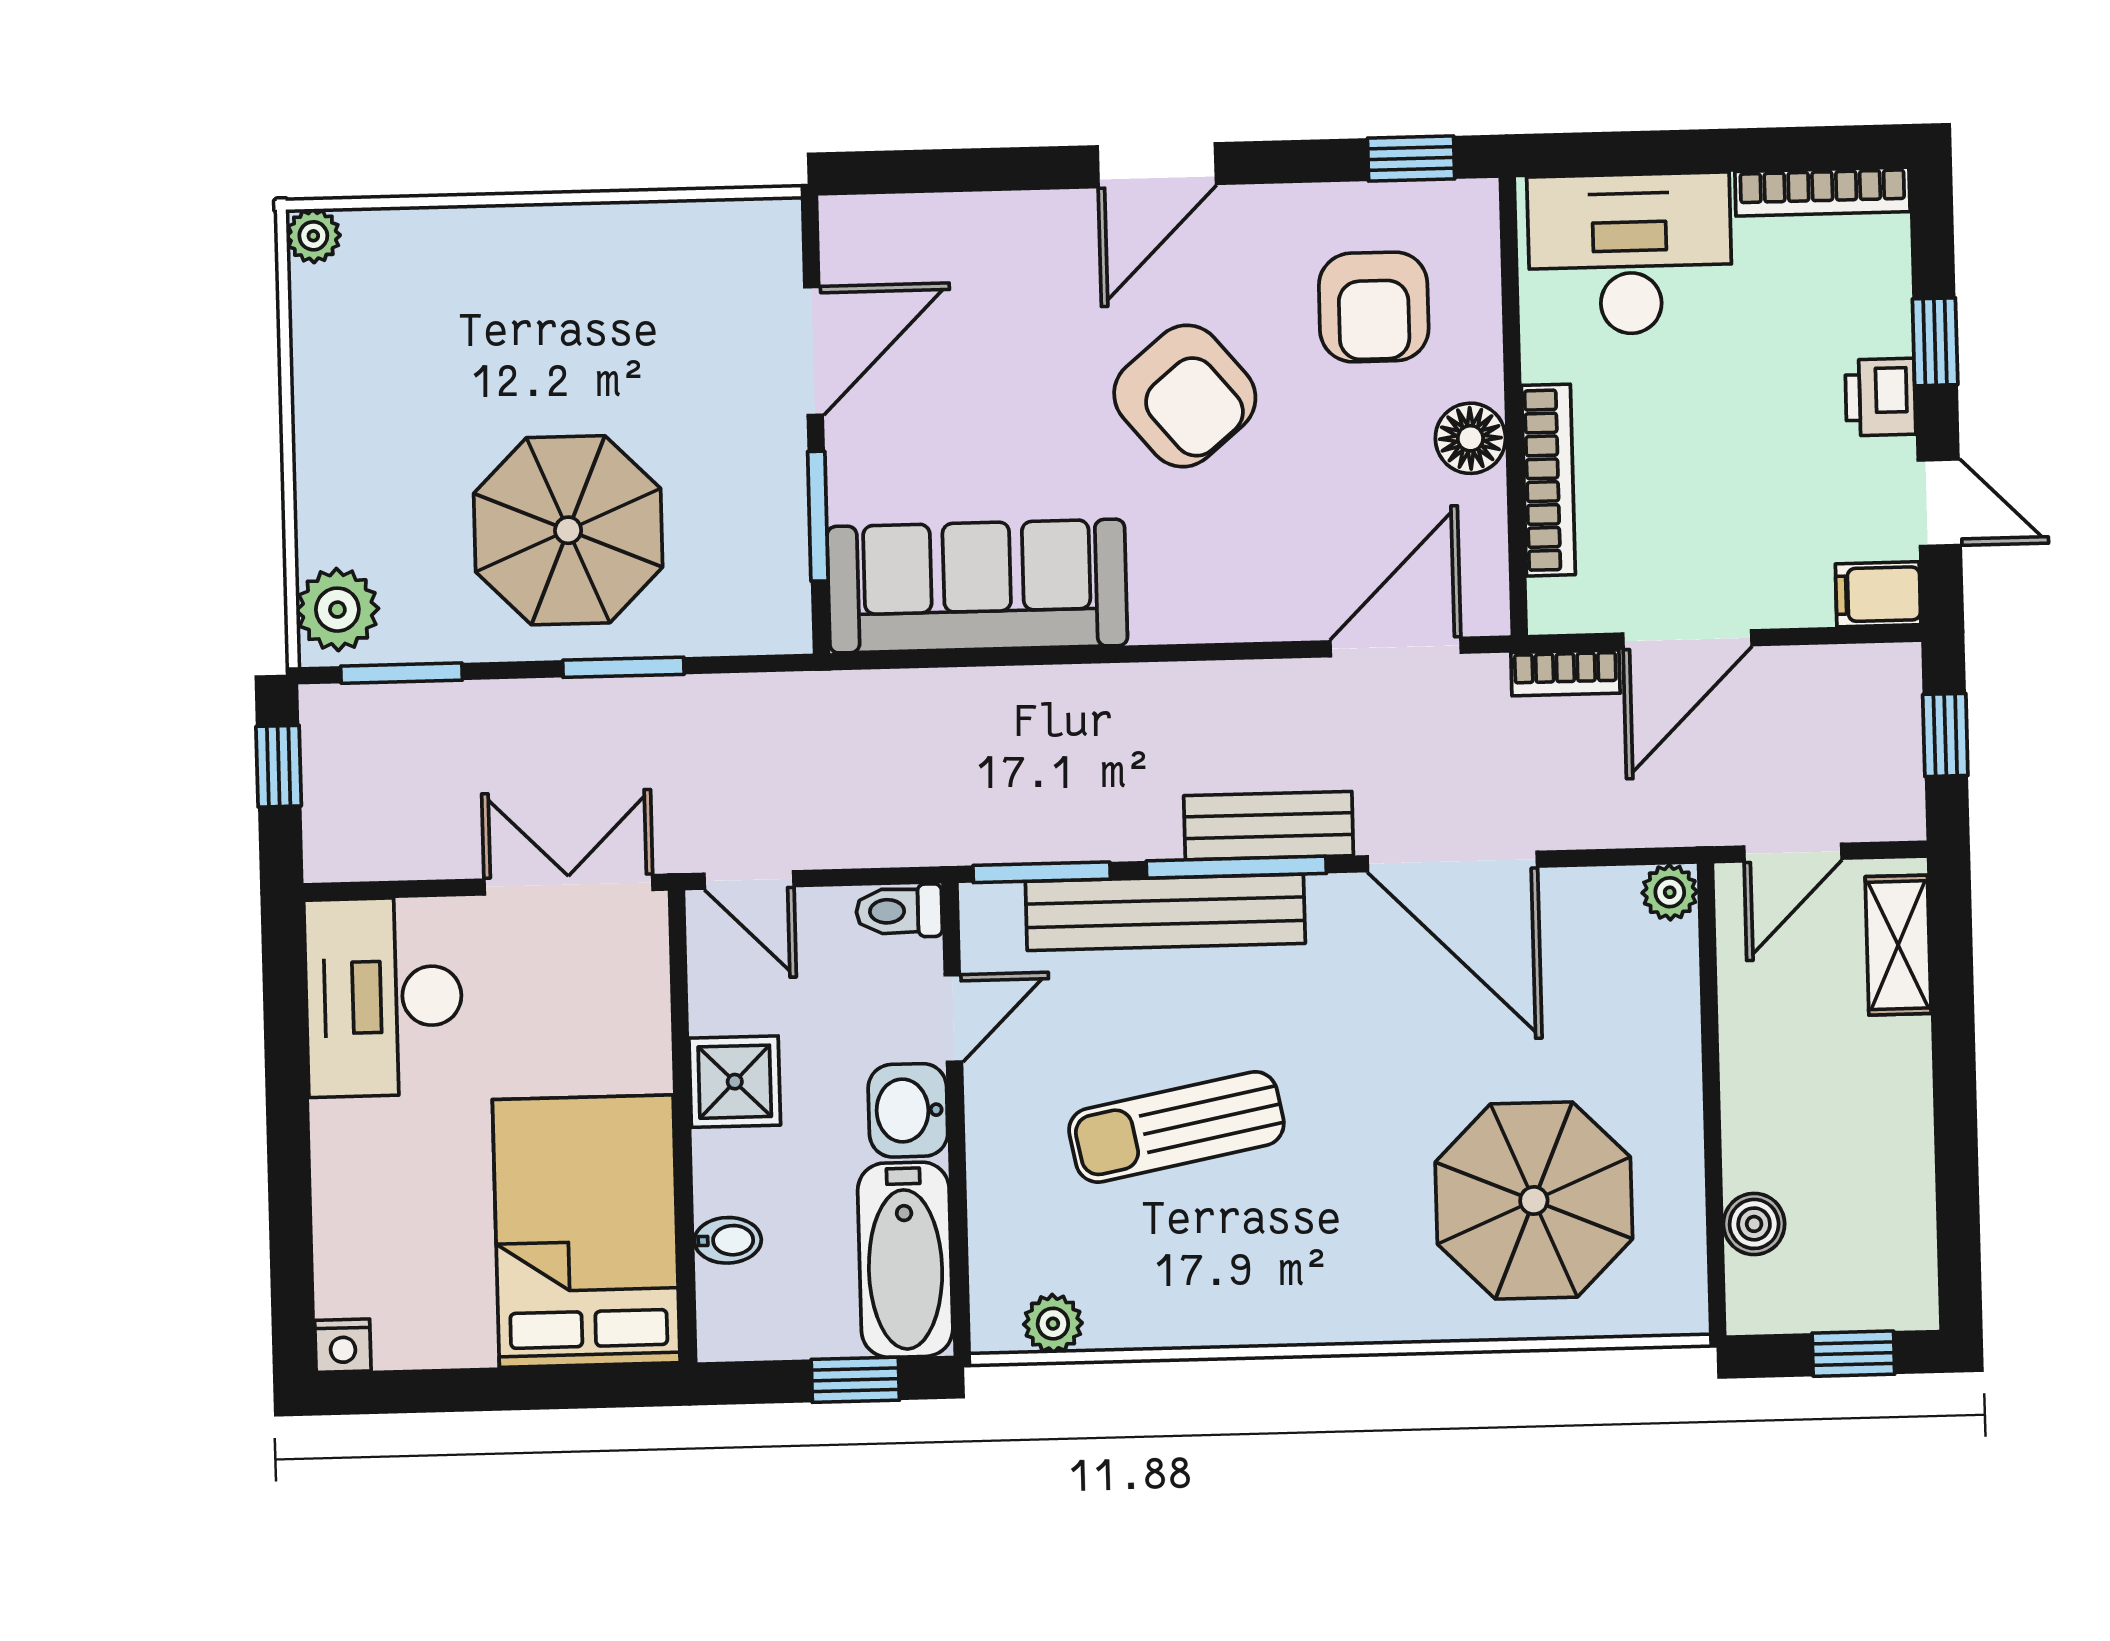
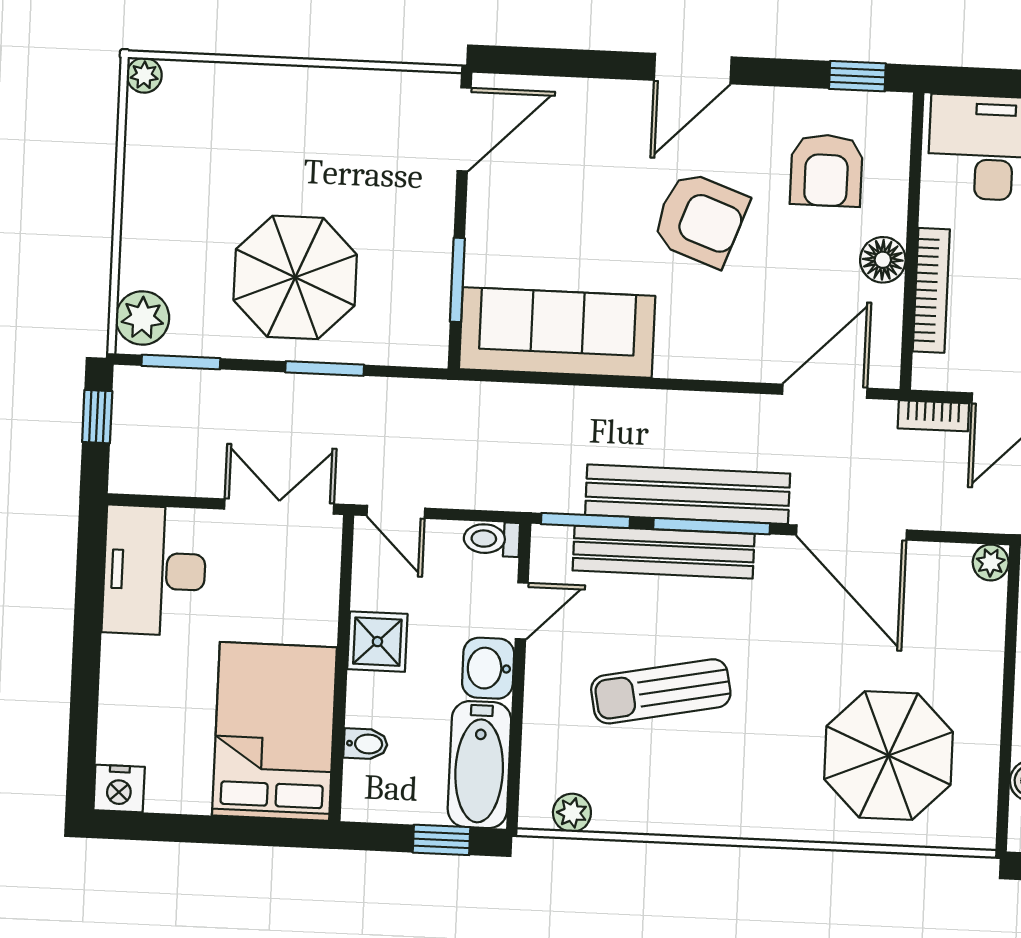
door: (814, 351) -> (464, 129), moved
armchair: (1185, 396) -> (700, 219), turned -30
bench: (1269, 826) -> (688, 494), width x1.86, depth x1.21
nightstand: (343, 1346) -> (119, 788), width x1.39, depth x1.35

